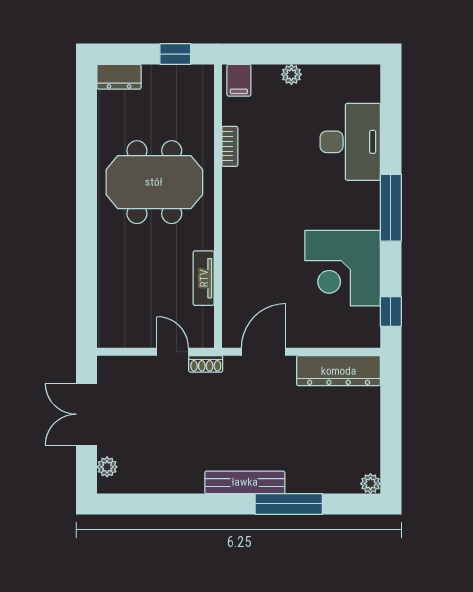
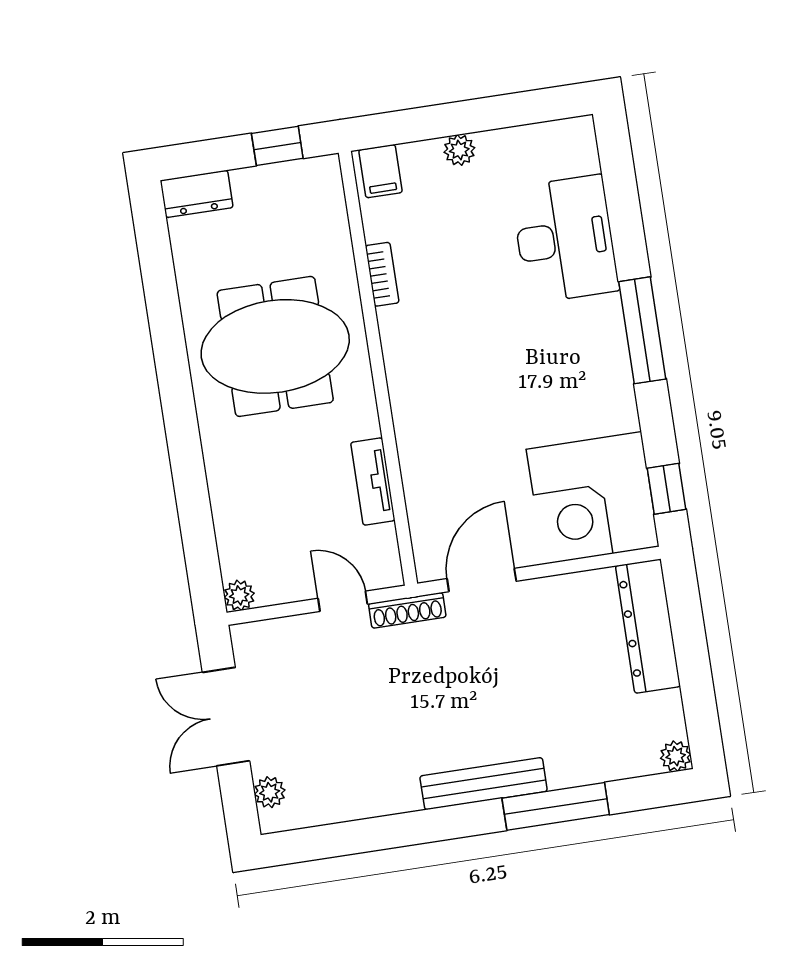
corner desk: (343, 268) -> (593, 498), moved
plant: (107, 338) -> (239, 595), added
shoe rack: (206, 364) -> (407, 610), width x1.43
dresser: (339, 371) -> (648, 626), moved, turned 90

